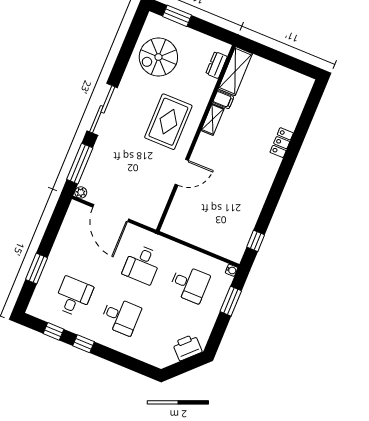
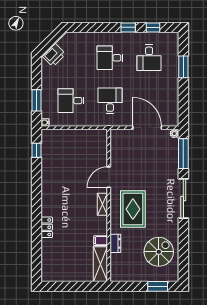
dresser: (217, 65) -> (115, 243), moved
shelving: (213, 119) -> (102, 204), moved

